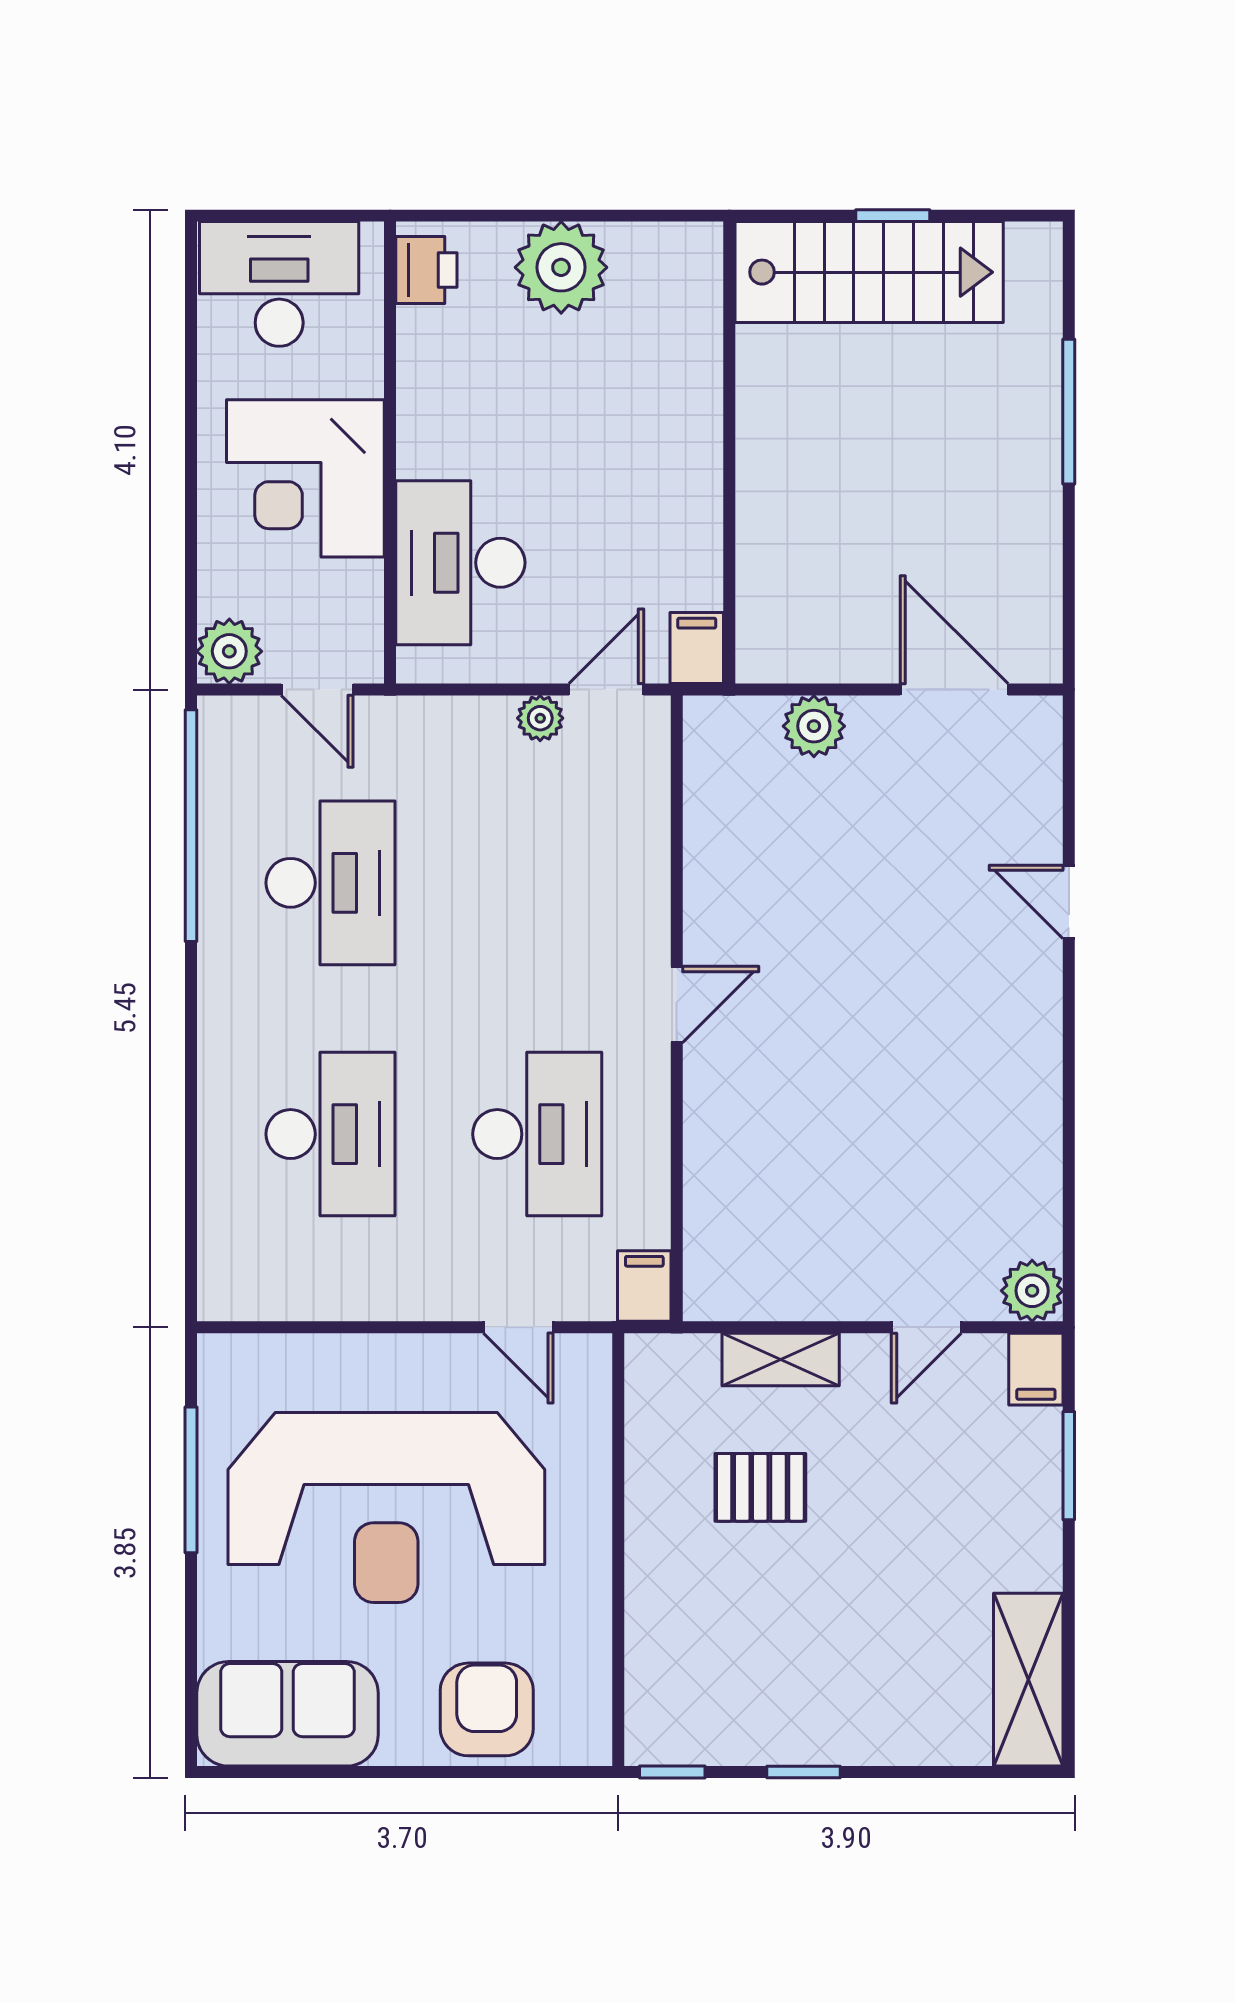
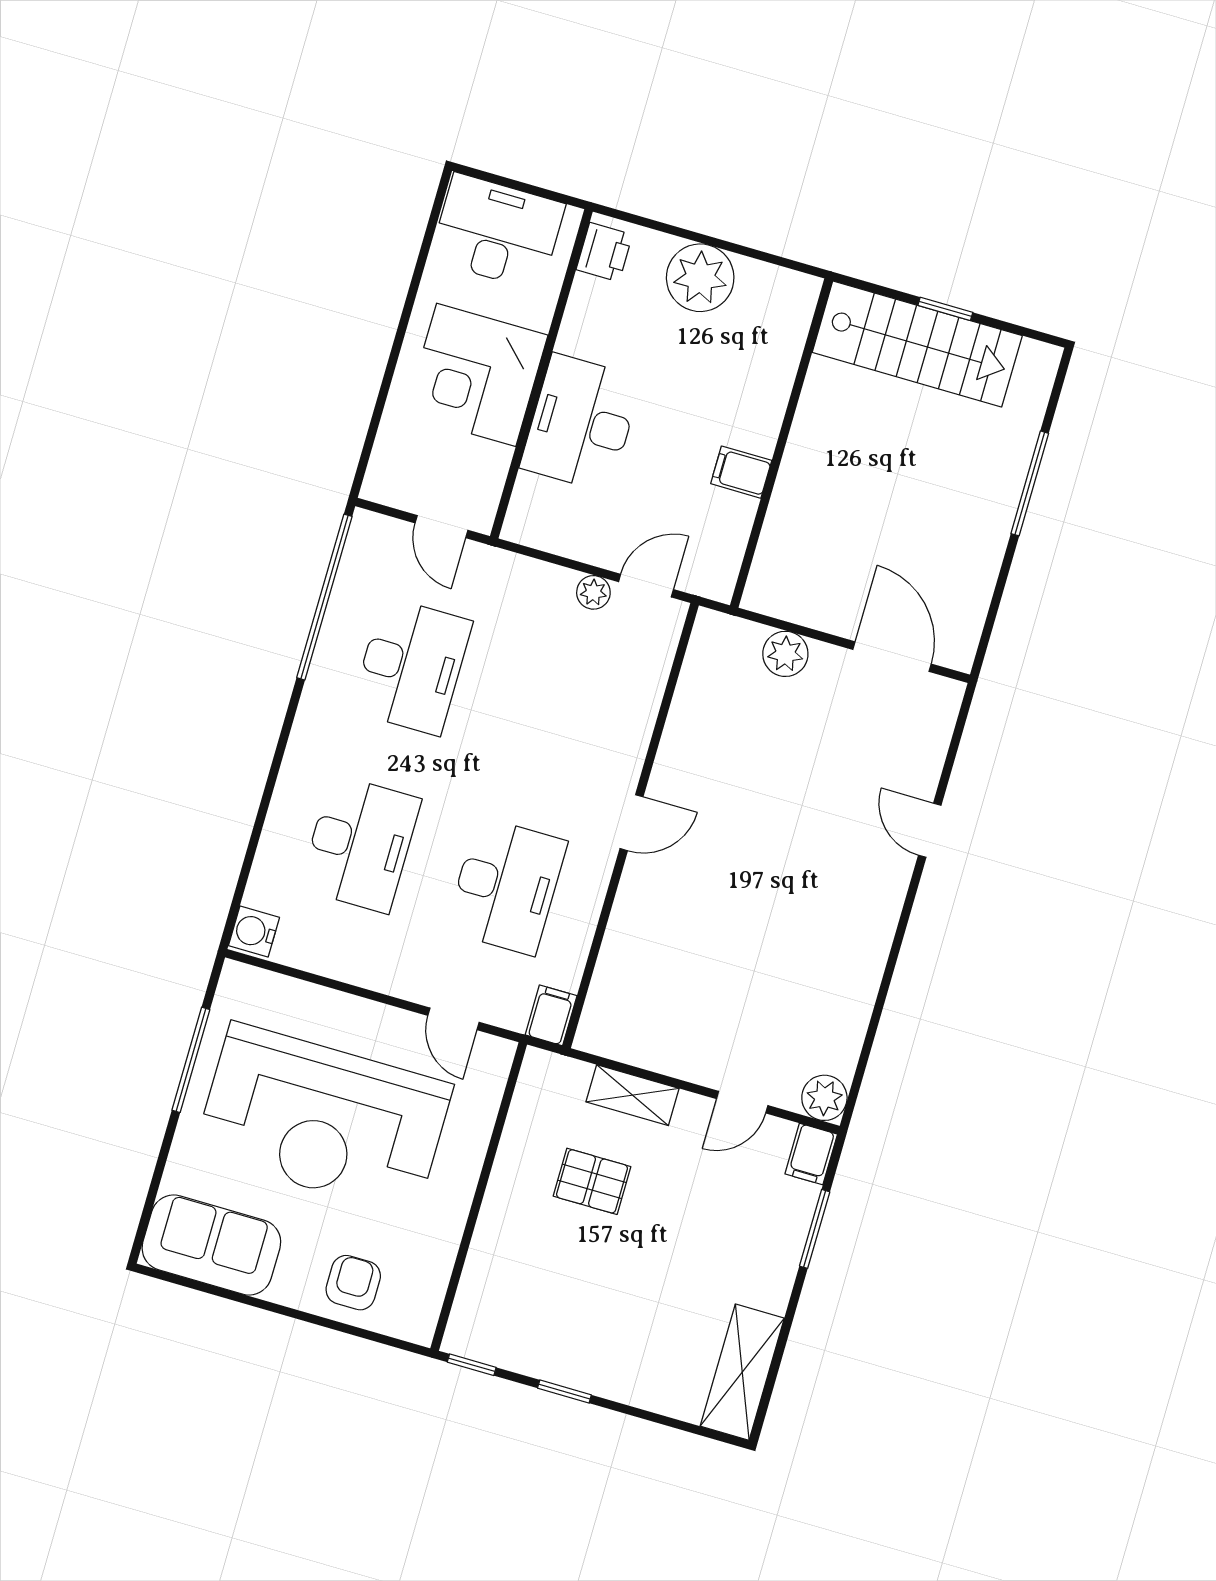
desk: (460, 563) -> (581, 423), moved
filing cabinet: (697, 648) -> (741, 472), moved, turned -90
plant: (229, 651) -> (387, 482), removed
water cooler: (225, 1289) -> (254, 932), added
armchair: (487, 1709) -> (353, 1283), width x0.72, depth x0.72

